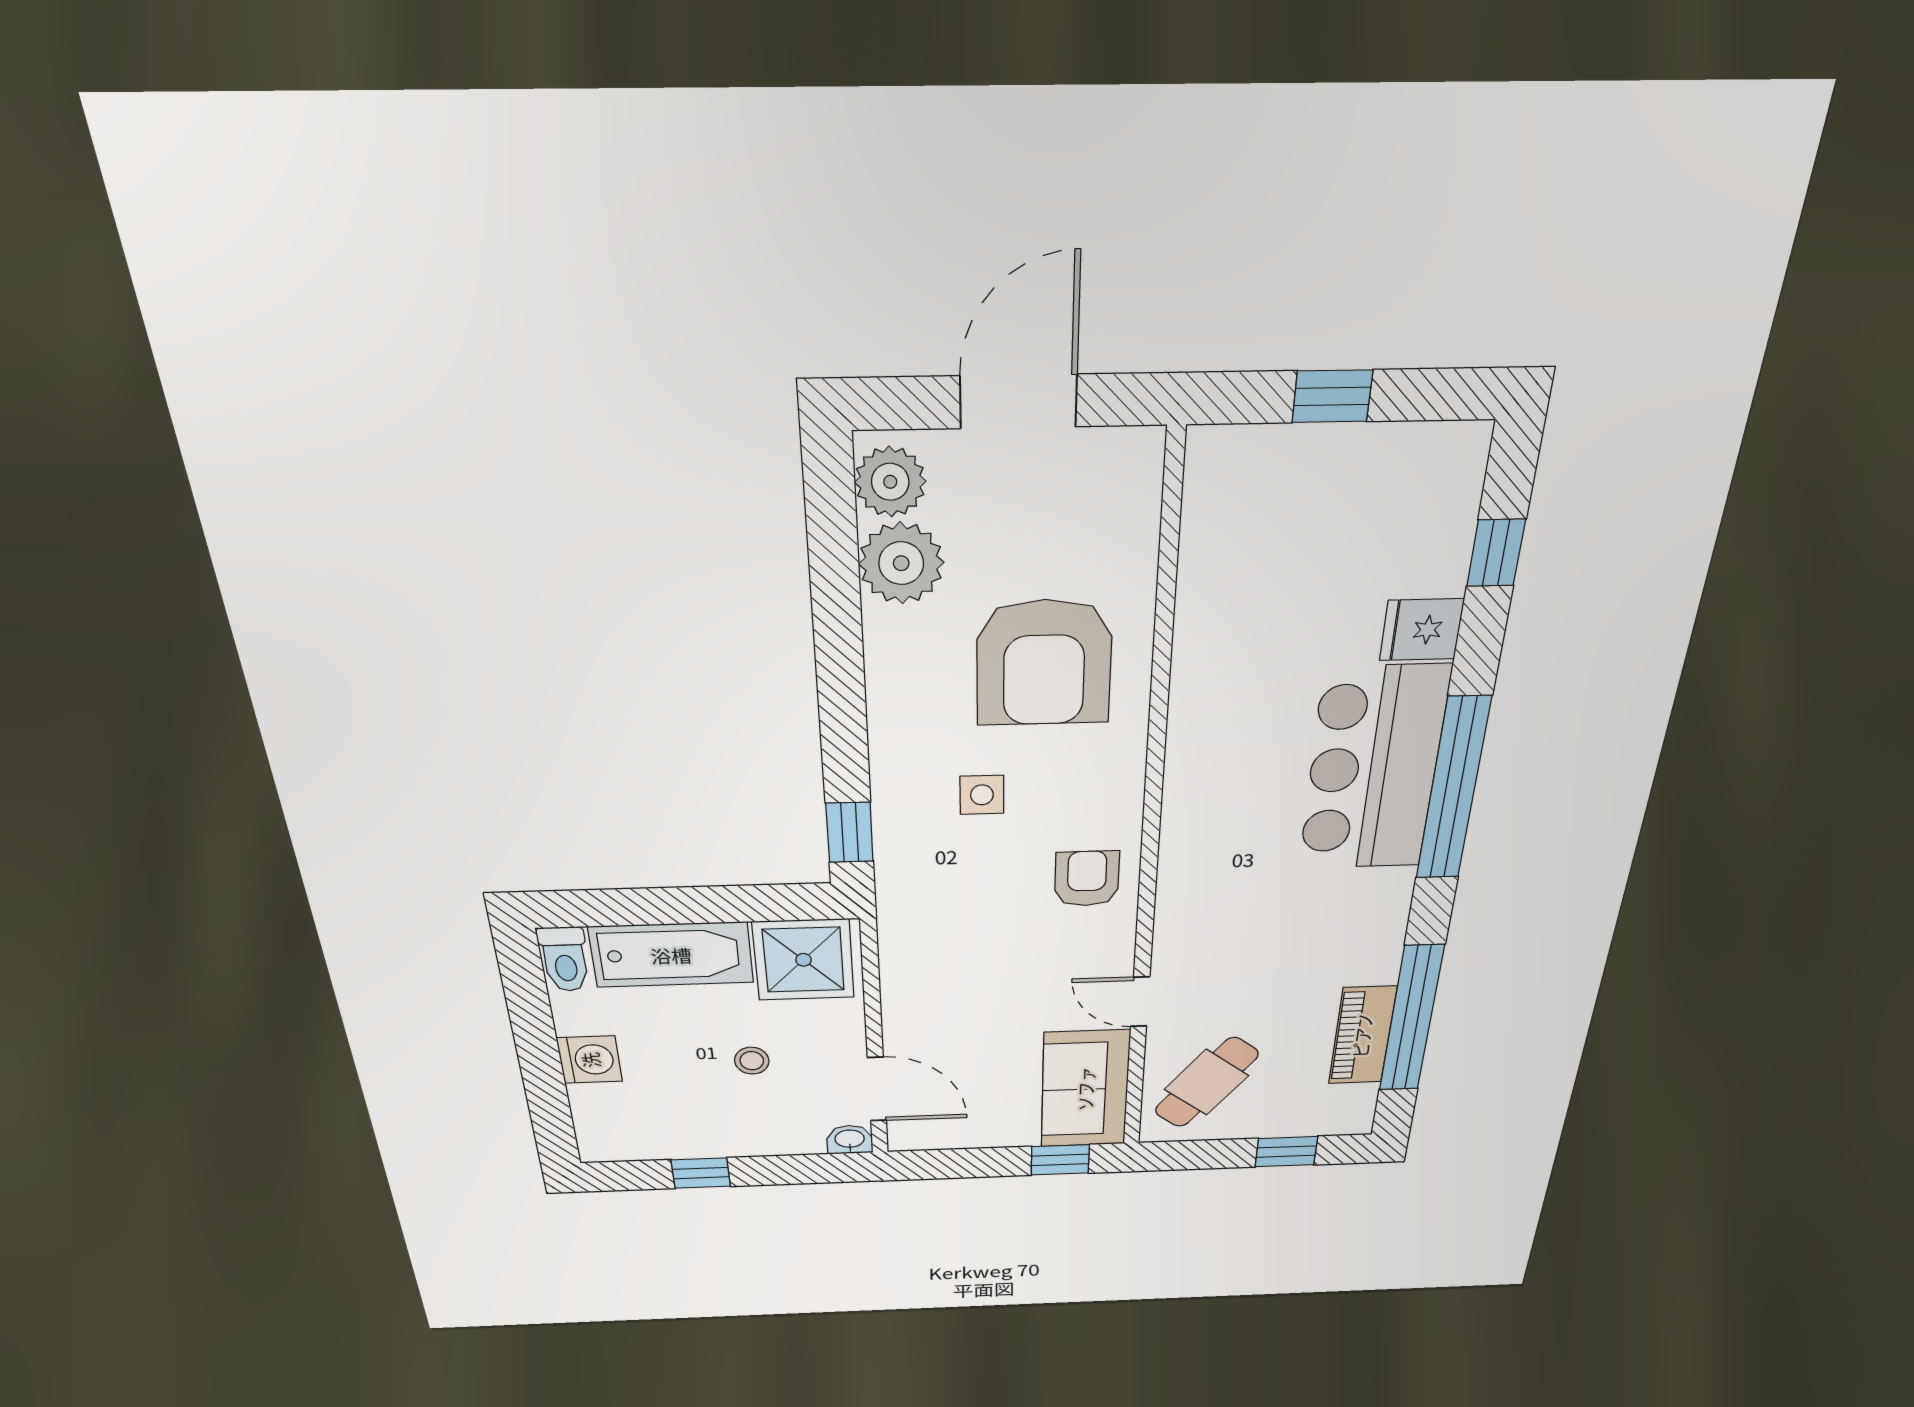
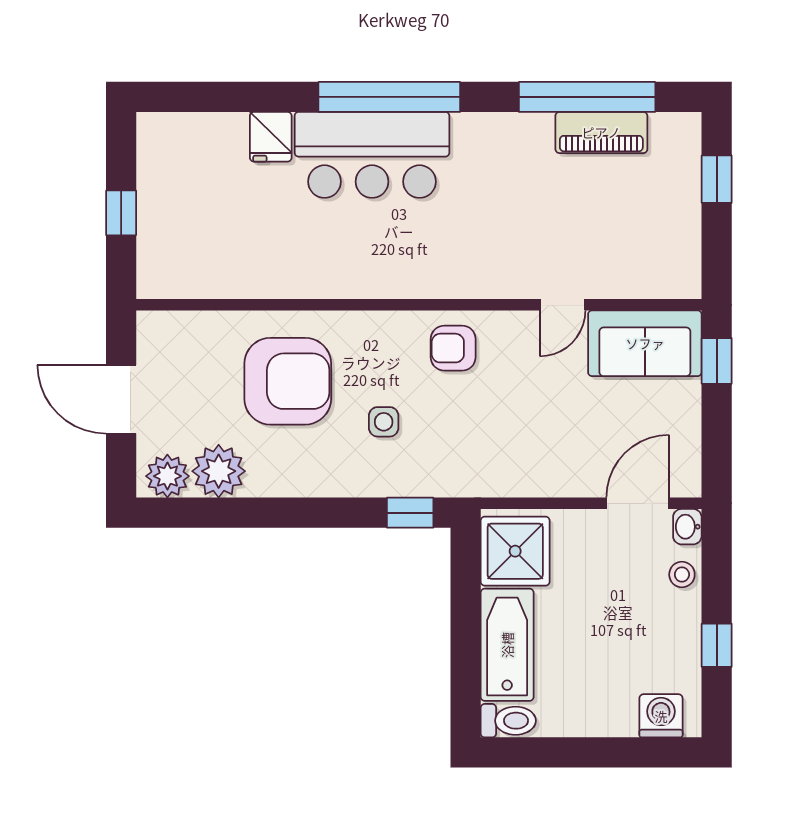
window: (1496, 553) -> (220, 97), removed
washing machine: (590, 1060) -> (661, 716), moved
stool: (752, 1061) -> (682, 575), moved
cafe table: (1206, 1082) -> (642, 249), removed

